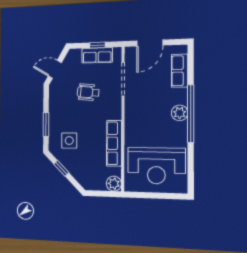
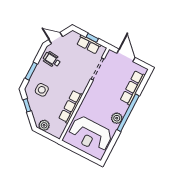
door: (150, 43) -> (126, 55), swing flipped
row of seats: (180, 71) -> (133, 88), width x1.48
wheelchair: (88, 92) -> (52, 60), moved
plant: (180, 113) -> (117, 118), moved
plant: (114, 184) -> (44, 125), moved

